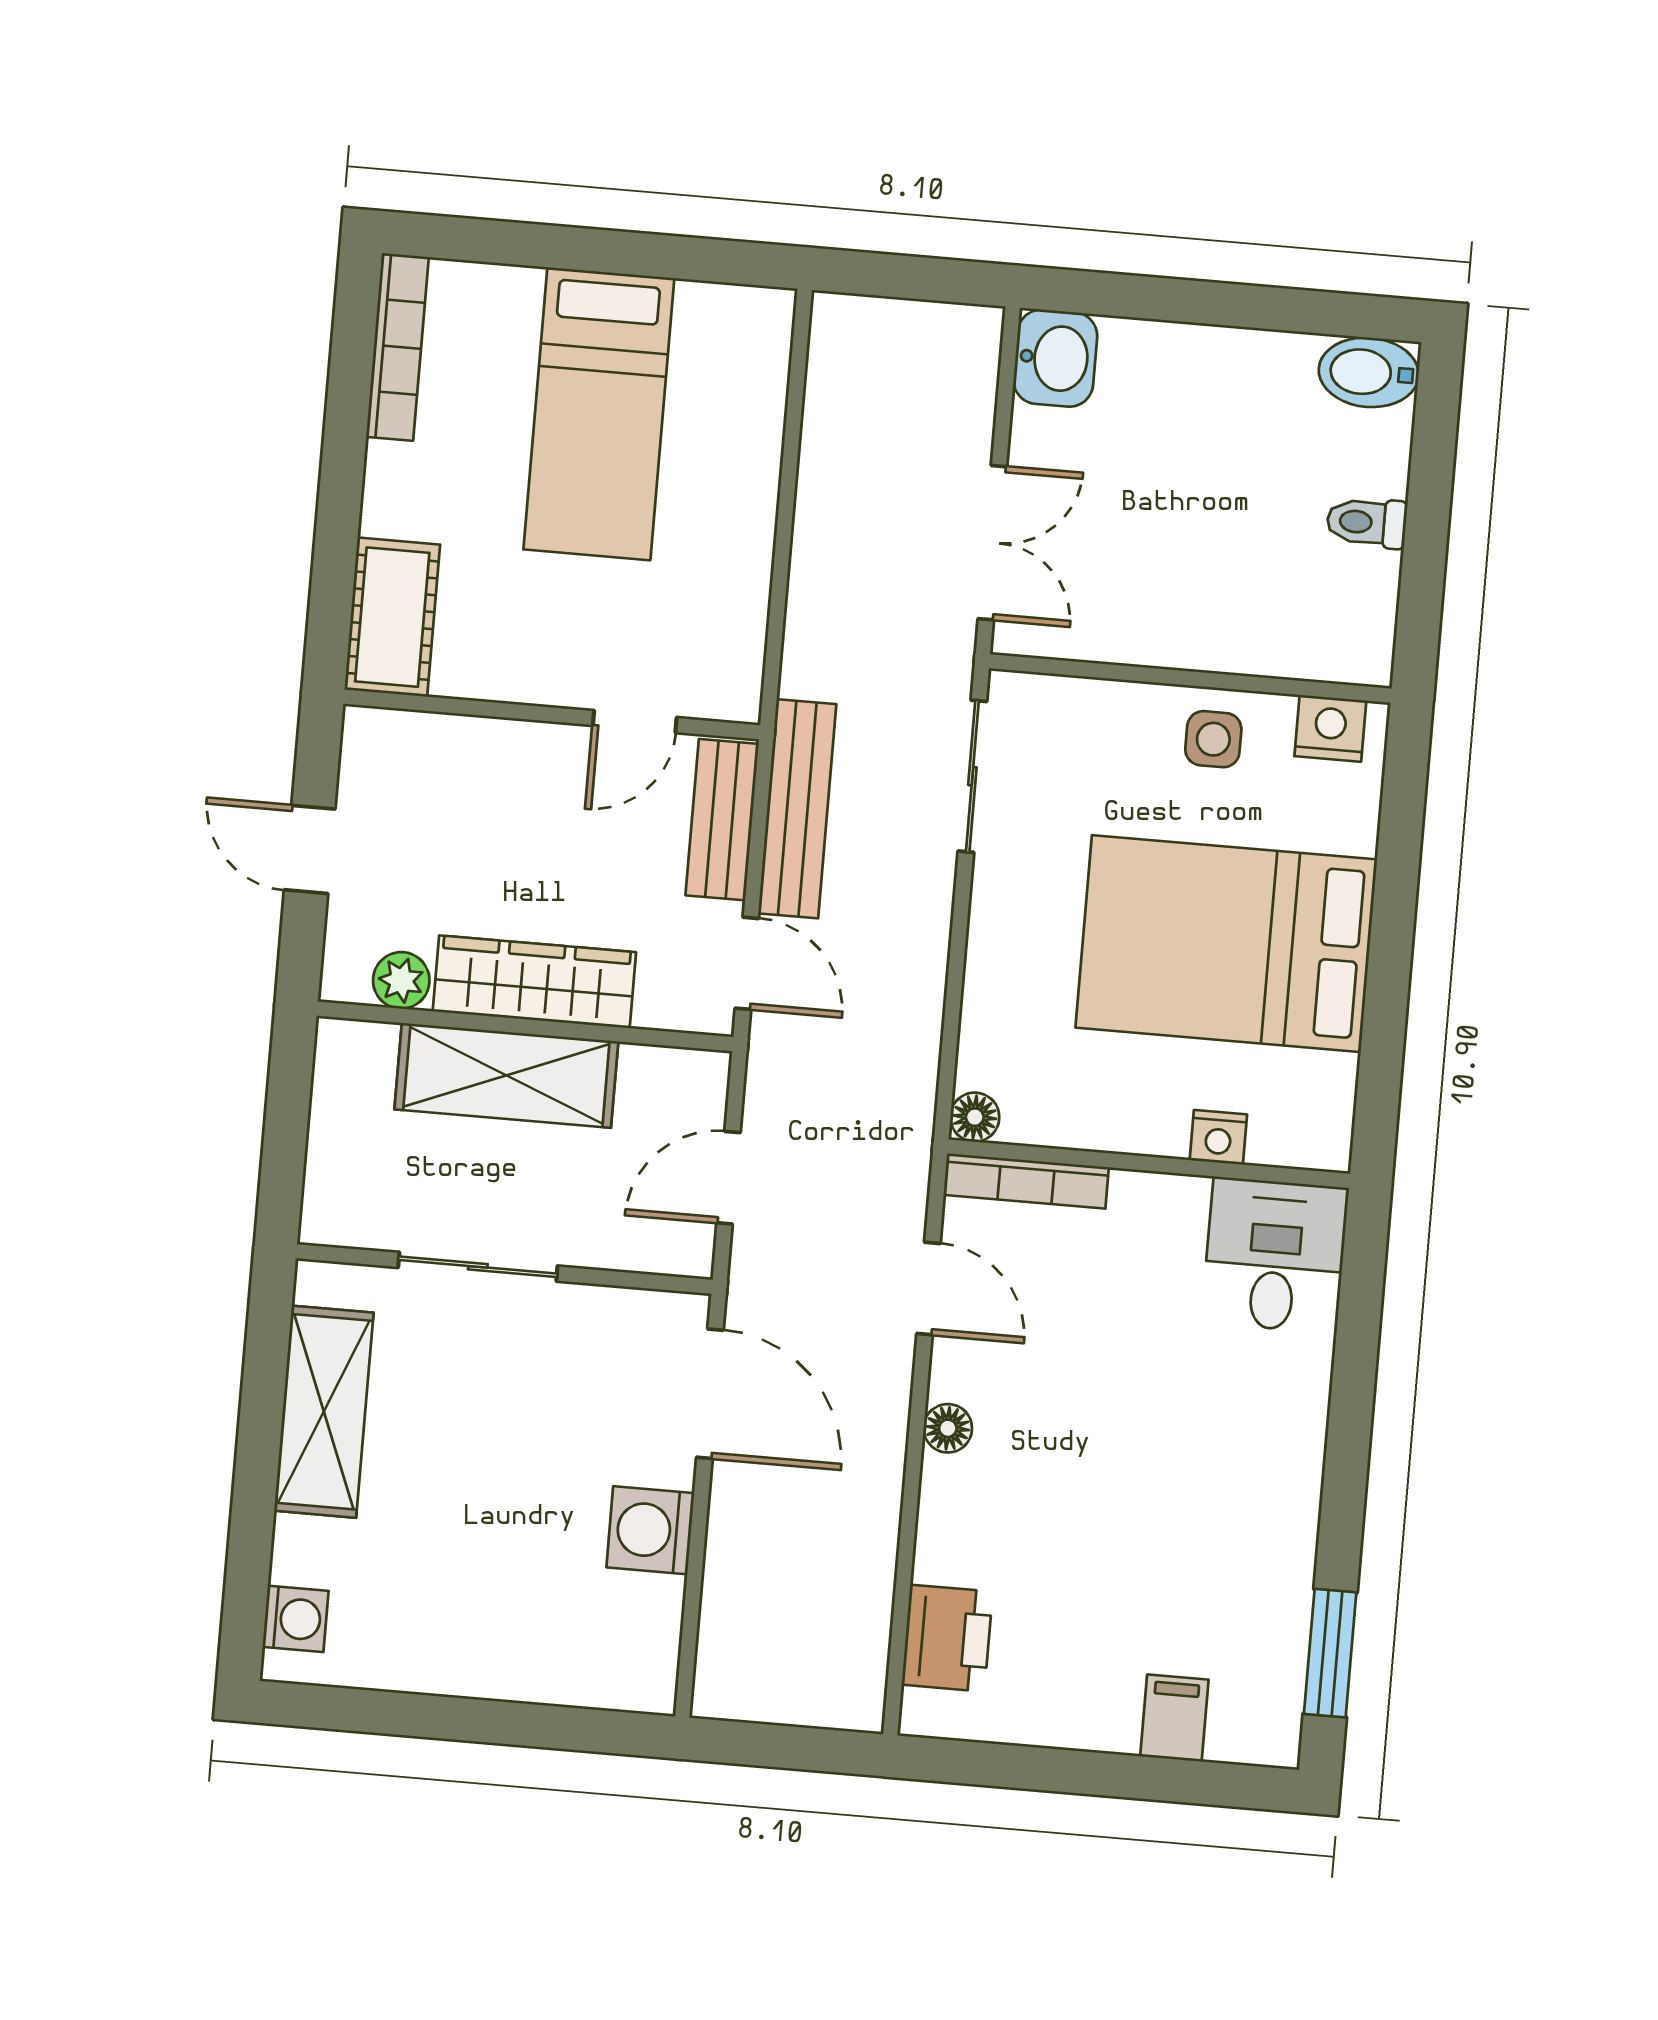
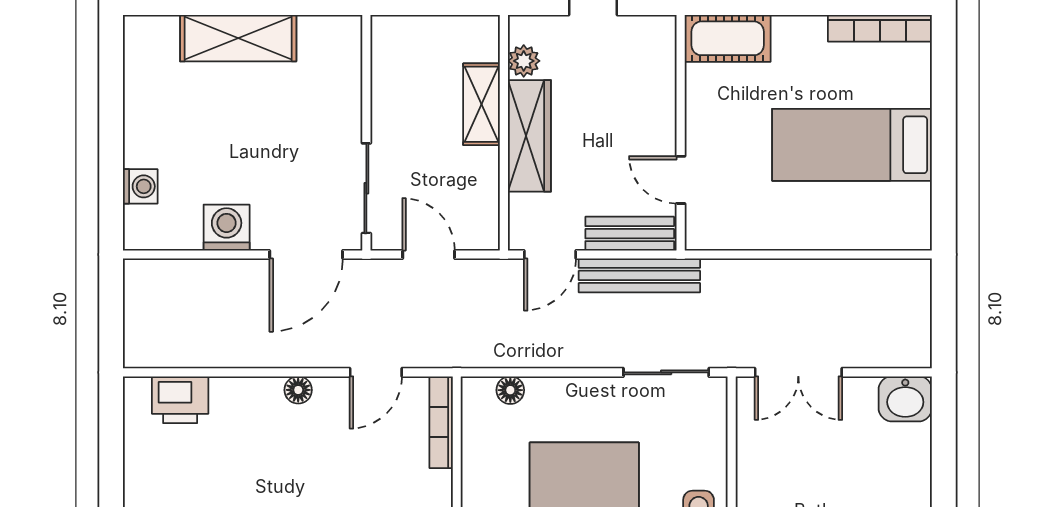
shelving: (506, 1075) -> (482, 104), width x0.67, depth x0.75
floor lamp: (975, 1117) -> (510, 390), moved
sliding door: (478, 1267) -> (366, 188), moved
shelving: (324, 1412) -> (238, 38), moved
washing machine: (295, 1619) -> (140, 186), moved, turned -90

